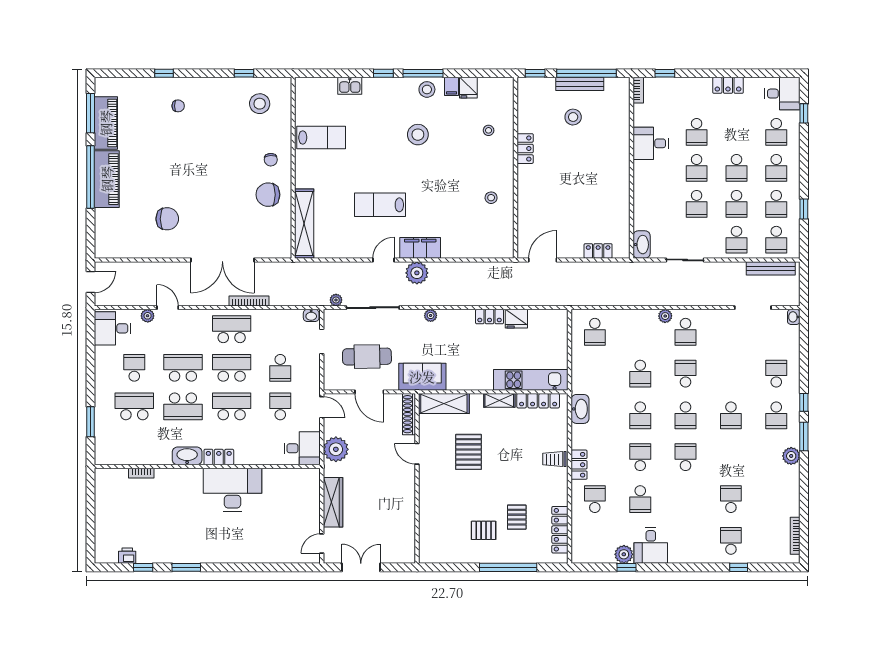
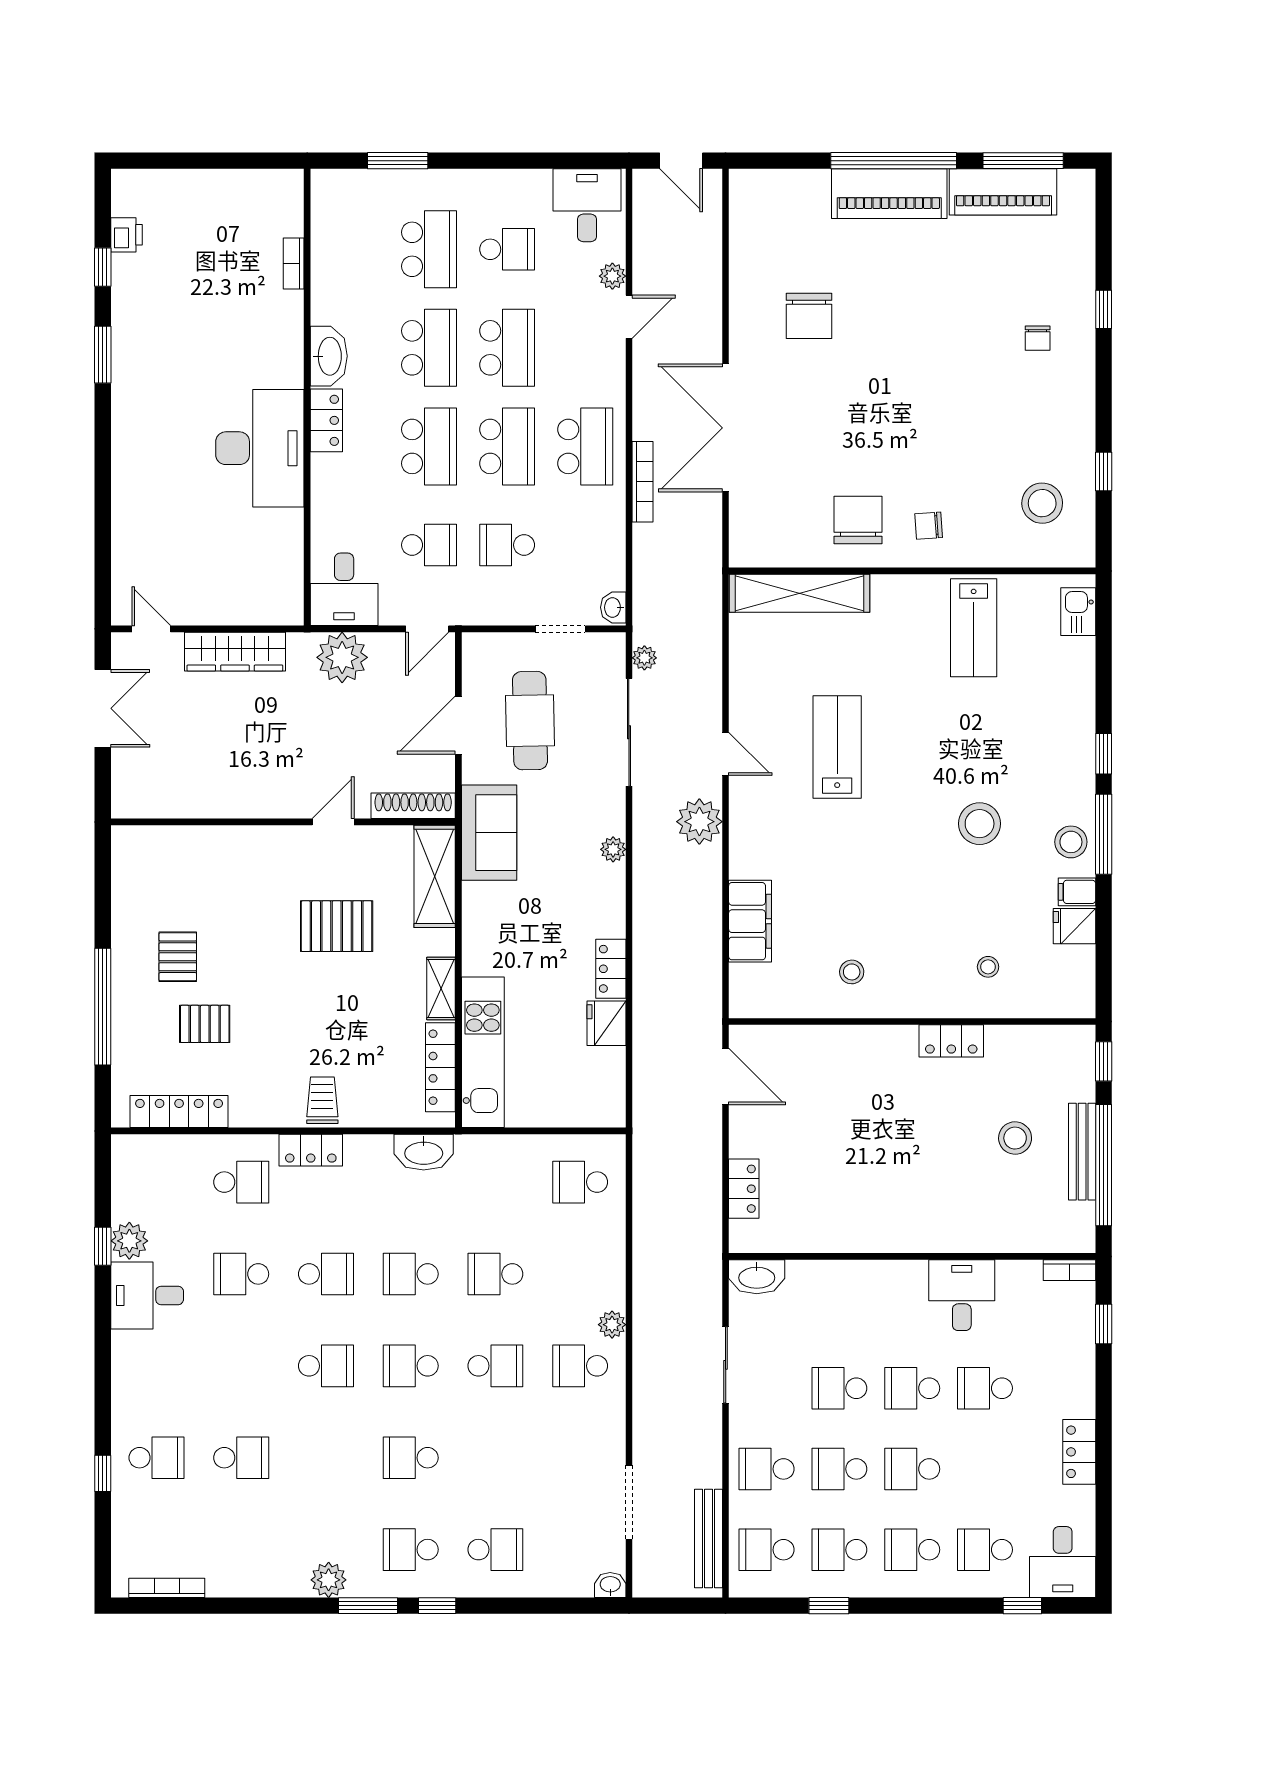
kitchen sink: (350, 86) -> (1078, 612), moved
filing cabinet: (420, 248) -> (750, 921), moved
school desk: (183, 406) -> (429, 348), turned 180

